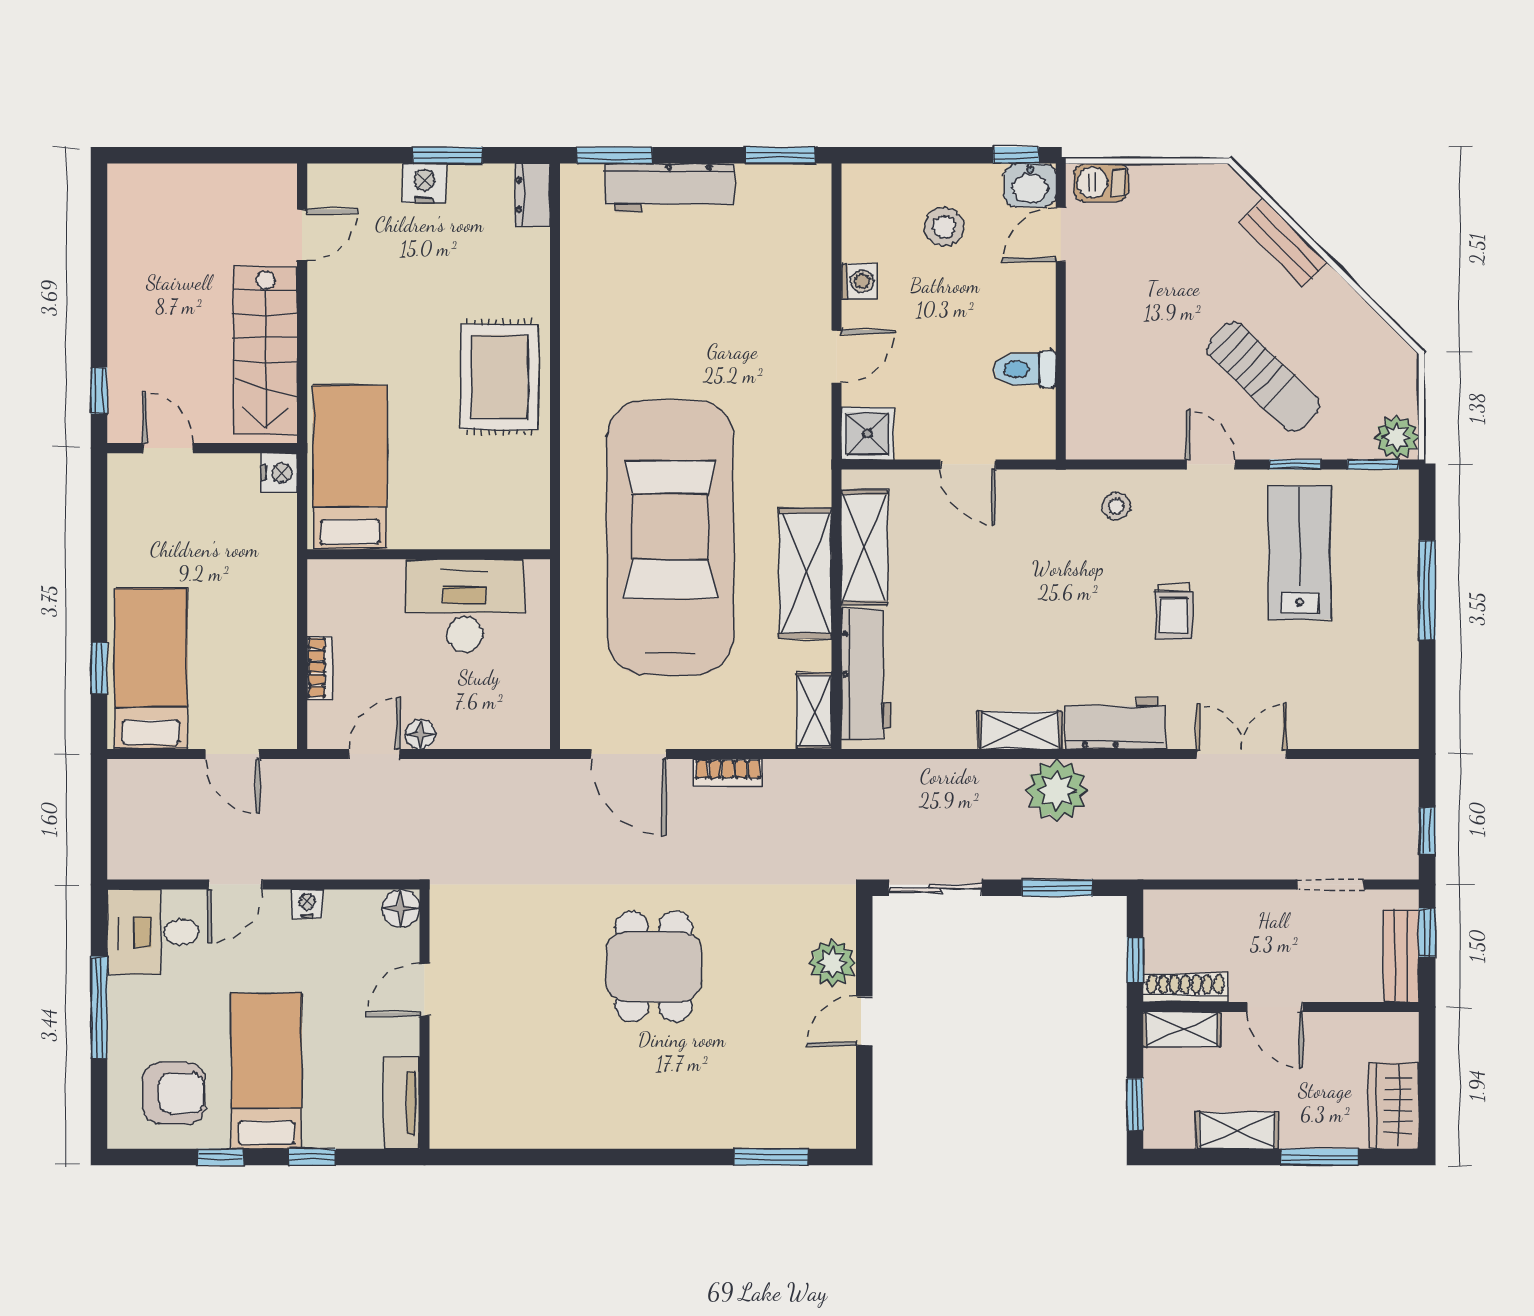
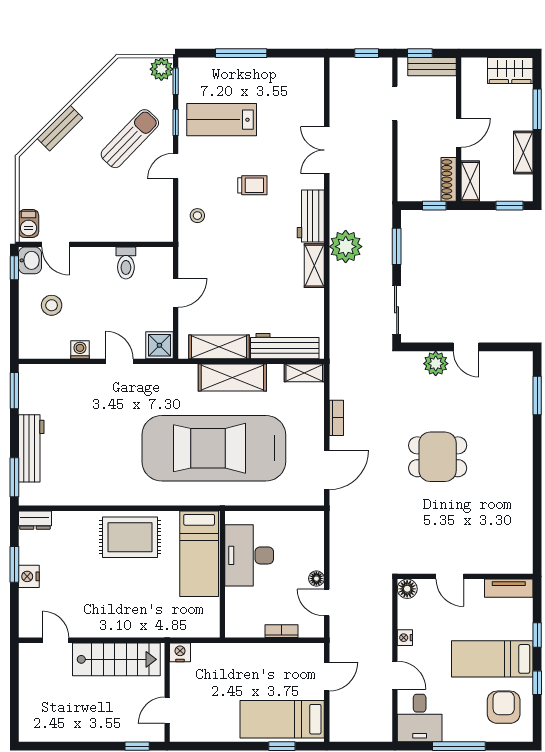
bed: (350, 467) -> (199, 554), moved, turned -90

